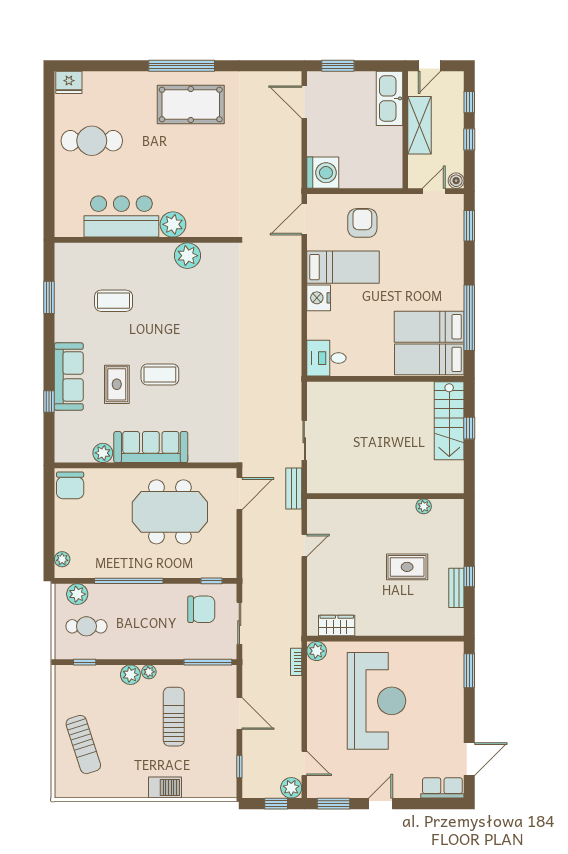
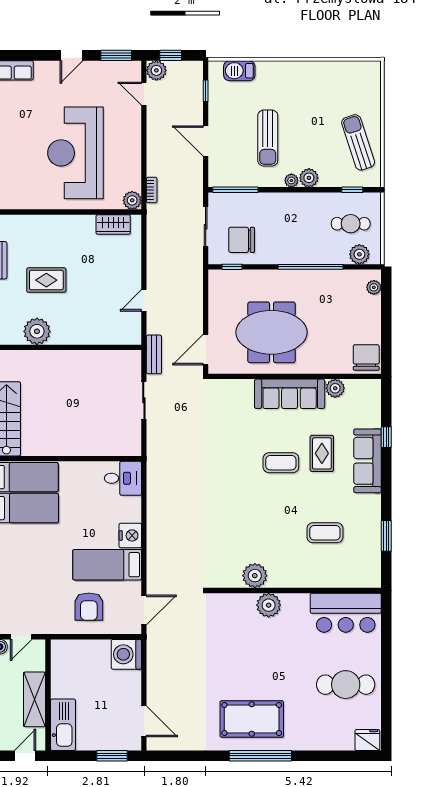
bar counter: (121, 216) -> (346, 613), moved
plant: (424, 506) -> (37, 331), width x1.87, depth x1.87
sun lounger: (83, 745) -> (358, 142), moved
barbecue: (165, 788) -> (239, 71), moved

